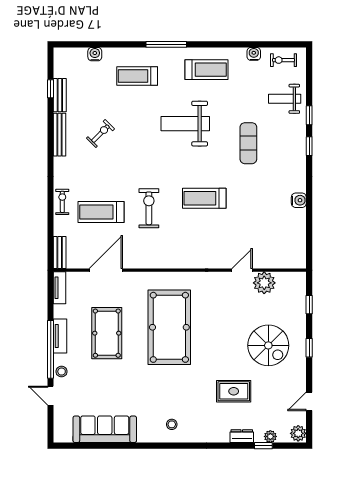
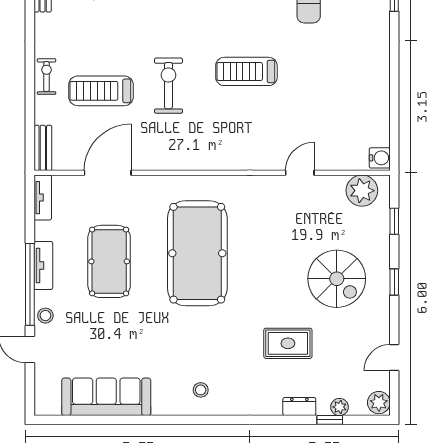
water cooler: (299, 200) -> (380, 158), moved
plant: (264, 283) -> (362, 191), moved

